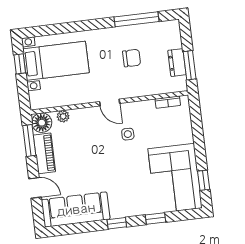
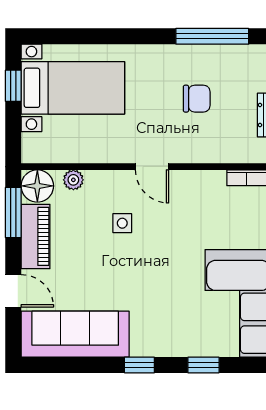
side table: (128, 134) -> (122, 223), moved

